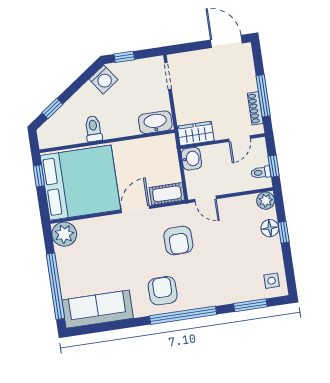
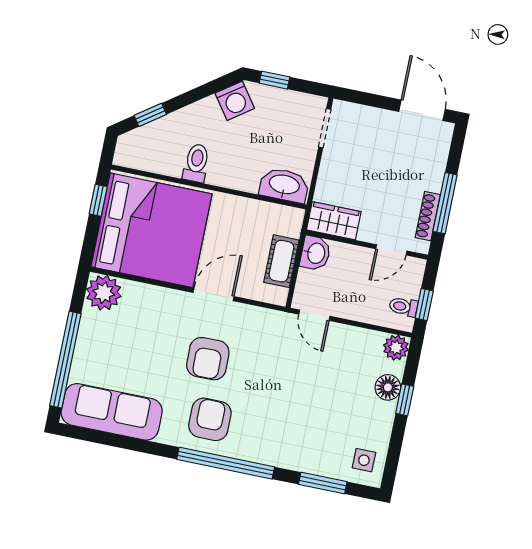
cot: (167, 194) -> (281, 261), moved, turned 90
armchair: (178, 240) -> (208, 359), moved

